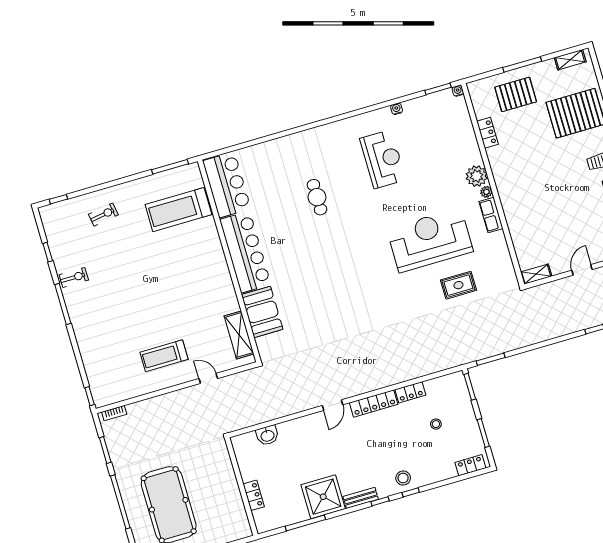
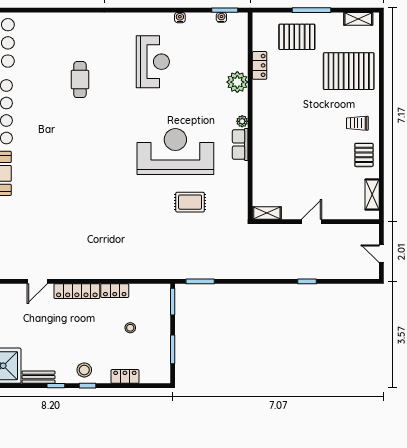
water cooler: (458, 91) -> (221, 17), moved
plant: (477, 176) -> (237, 82), moved
locker: (470, 465) -> (125, 376), moved

